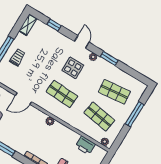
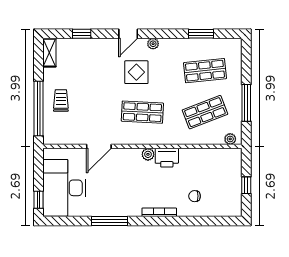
door: (82, 42) -> (128, 34), swing flipped
window: (109, 58) -> (201, 34), moved
window: (135, 114) -> (246, 103), moved
shop shelf: (99, 117) -> (205, 112), turned -30
printer: (85, 145) -> (167, 158), moved

